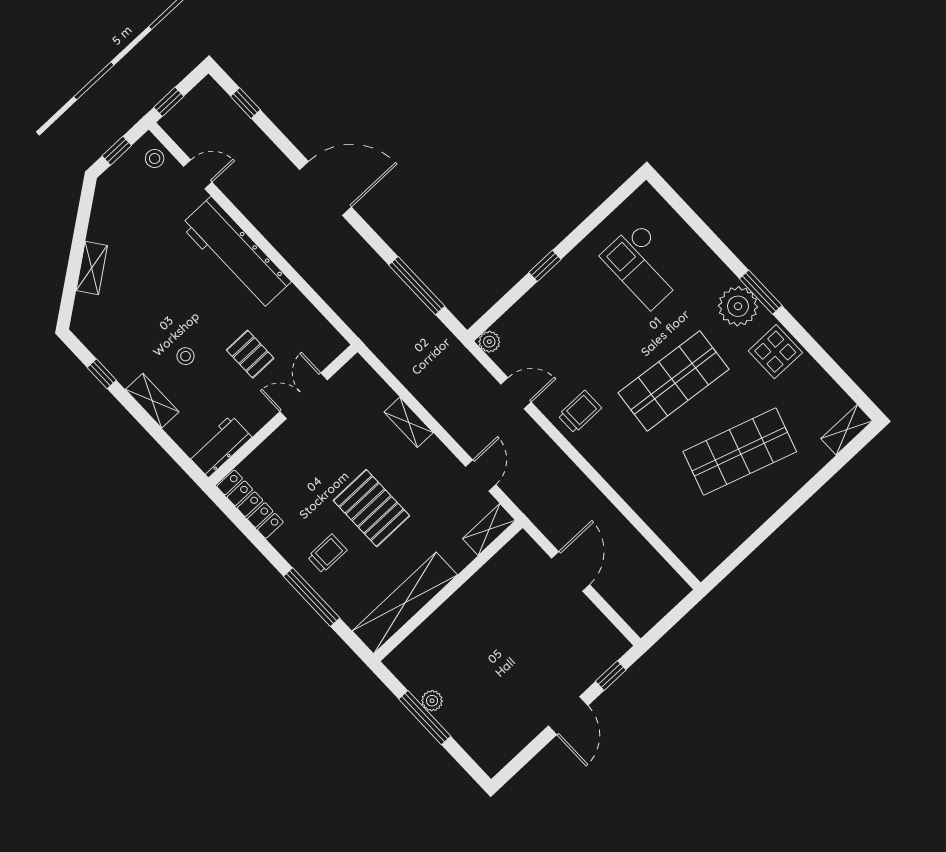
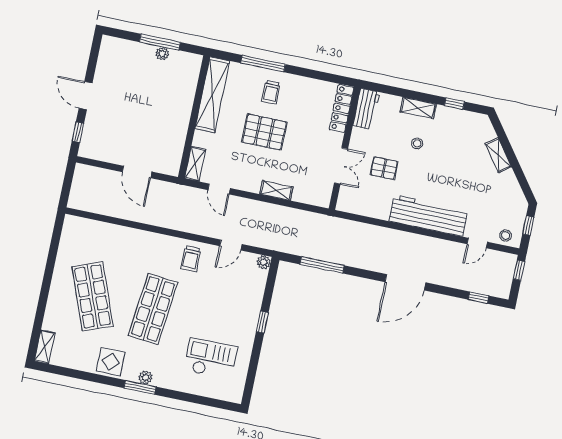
plant: (738, 306) -> (145, 377), width x0.53, depth x0.53
shop shelf: (740, 452) -> (93, 296), turned -39
locker: (250, 504) -> (342, 108), moved, turned 90

